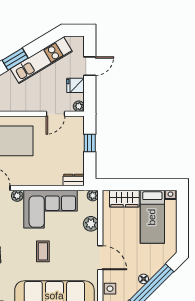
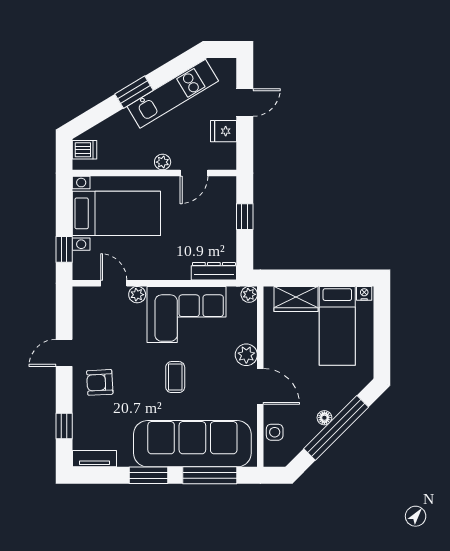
plant: (79, 106) -> (163, 162), moved
dresser: (74, 180) -> (214, 271), width x1.44
plant: (91, 224) -> (246, 355), moved

